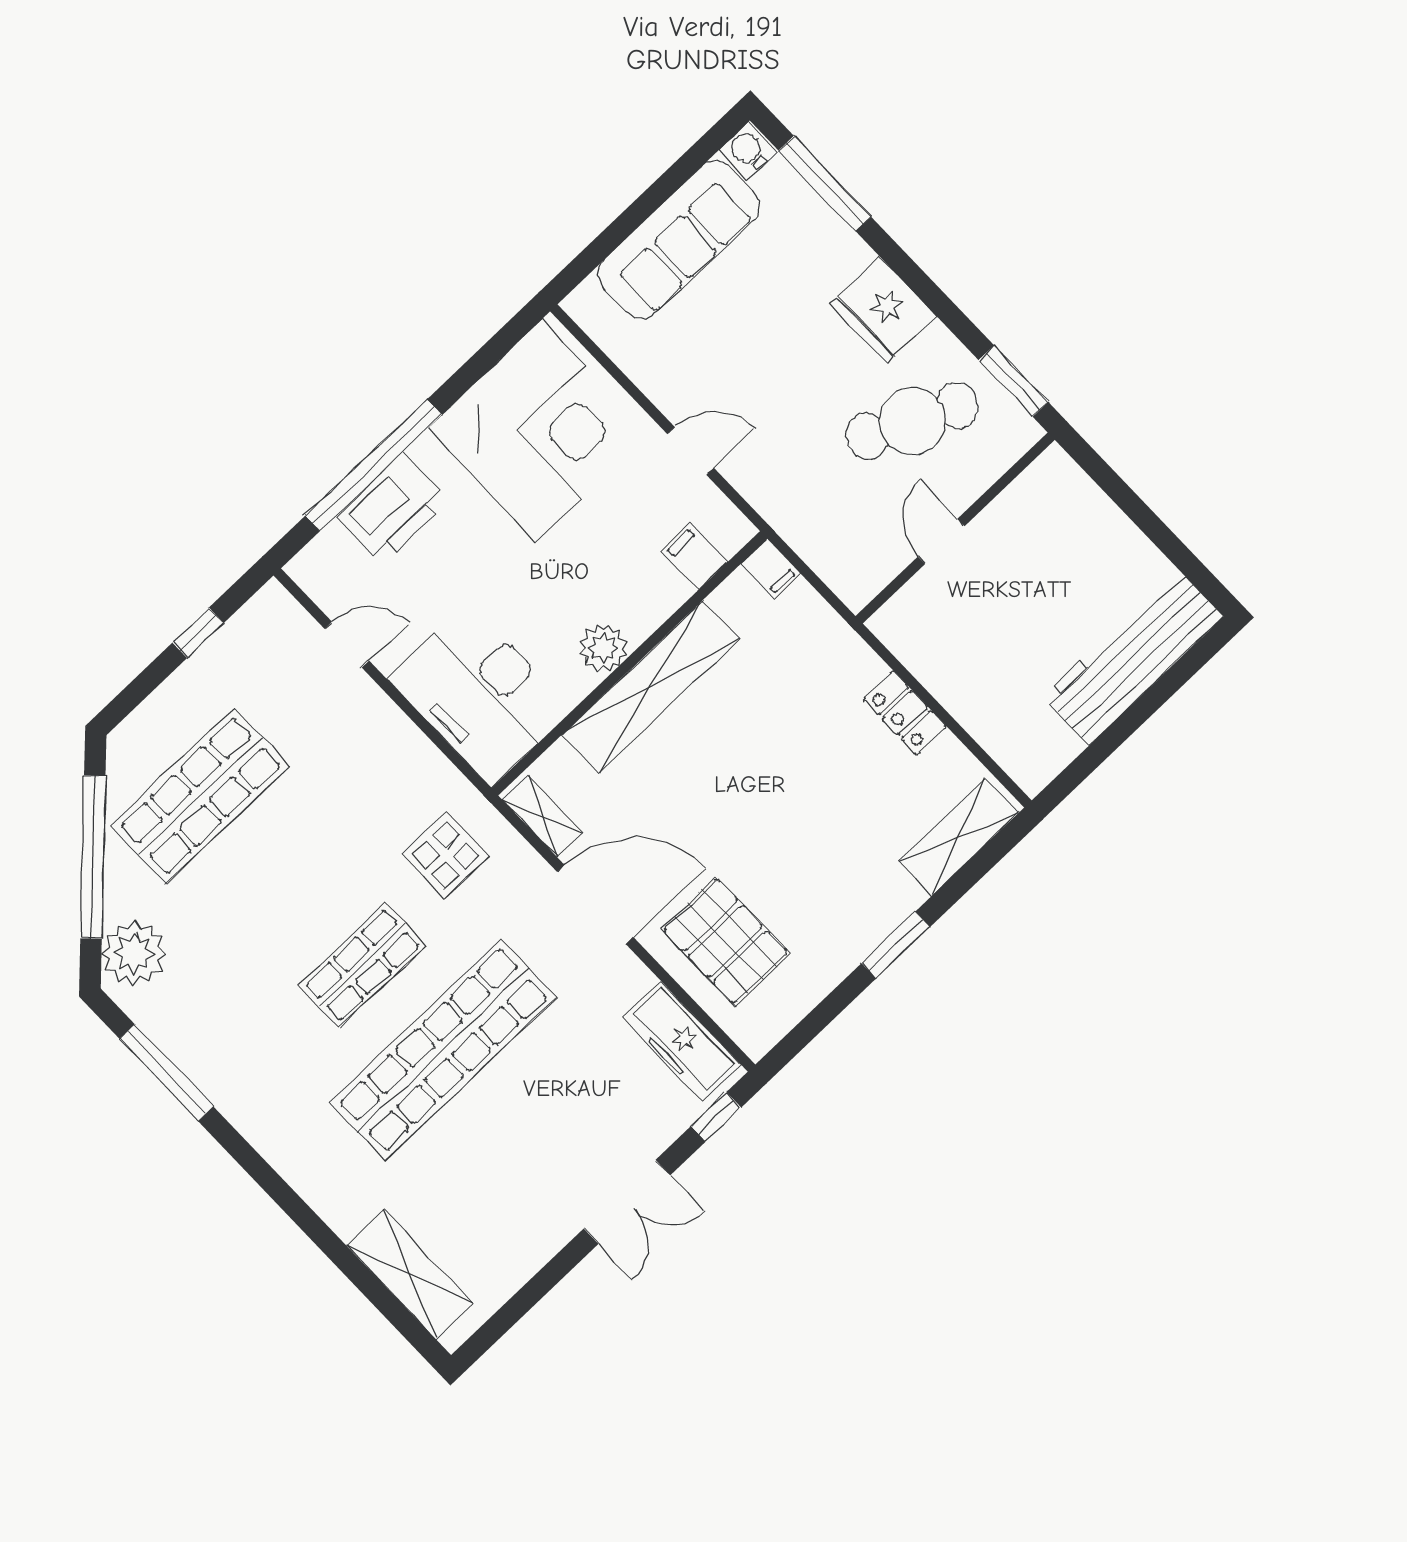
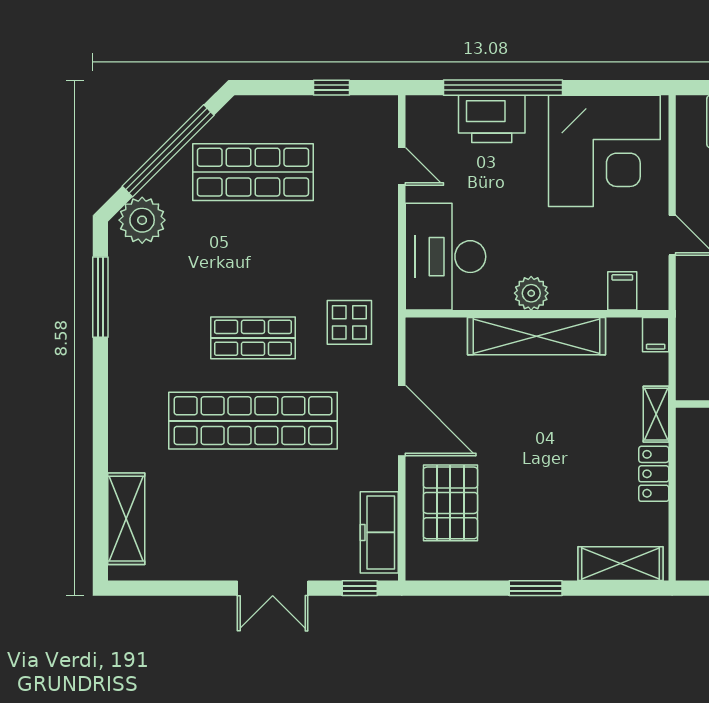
shelving: (542, 816) -> (656, 414), moved

